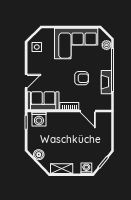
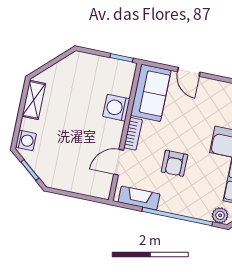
fireplace: (106, 82) -> (139, 198), moved
washing machine: (39, 119) -> (116, 108), moved
boiler: (39, 155) -> (64, 67), removed

